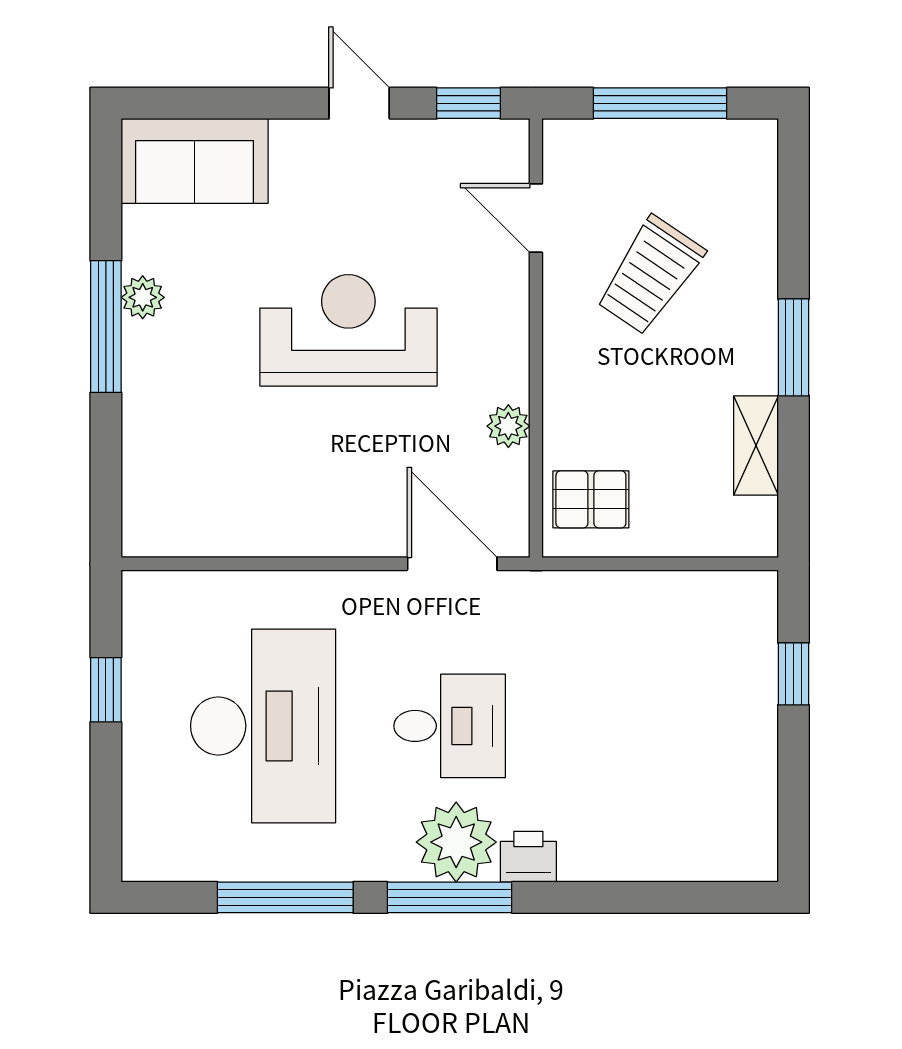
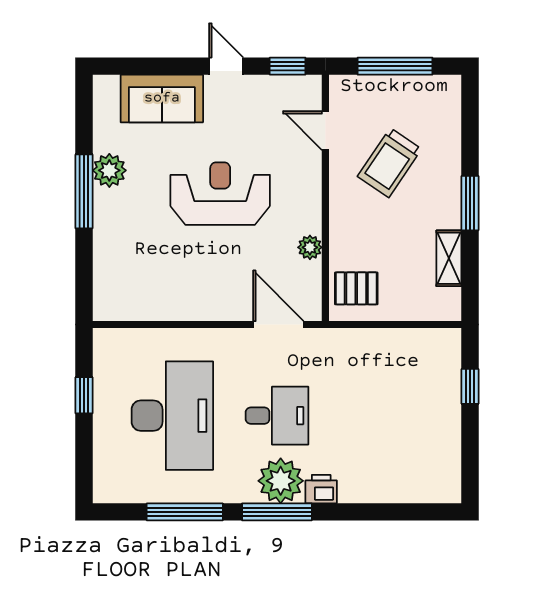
sofa: (195, 161) -> (162, 98), moved
plant: (143, 297) -> (109, 170), width x1.38, depth x1.38

